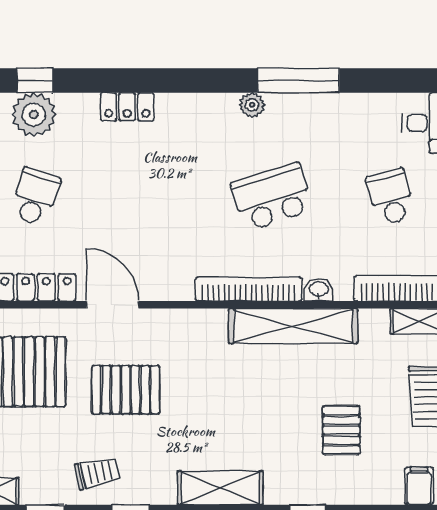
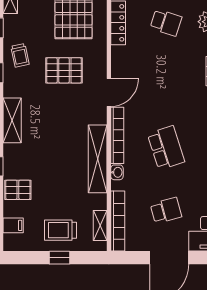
door: (112, 305) -> (109, 93), moved
pallet: (126, 390) -> (64, 70), turned 90
pallet: (341, 430) -> (18, 190), moved

